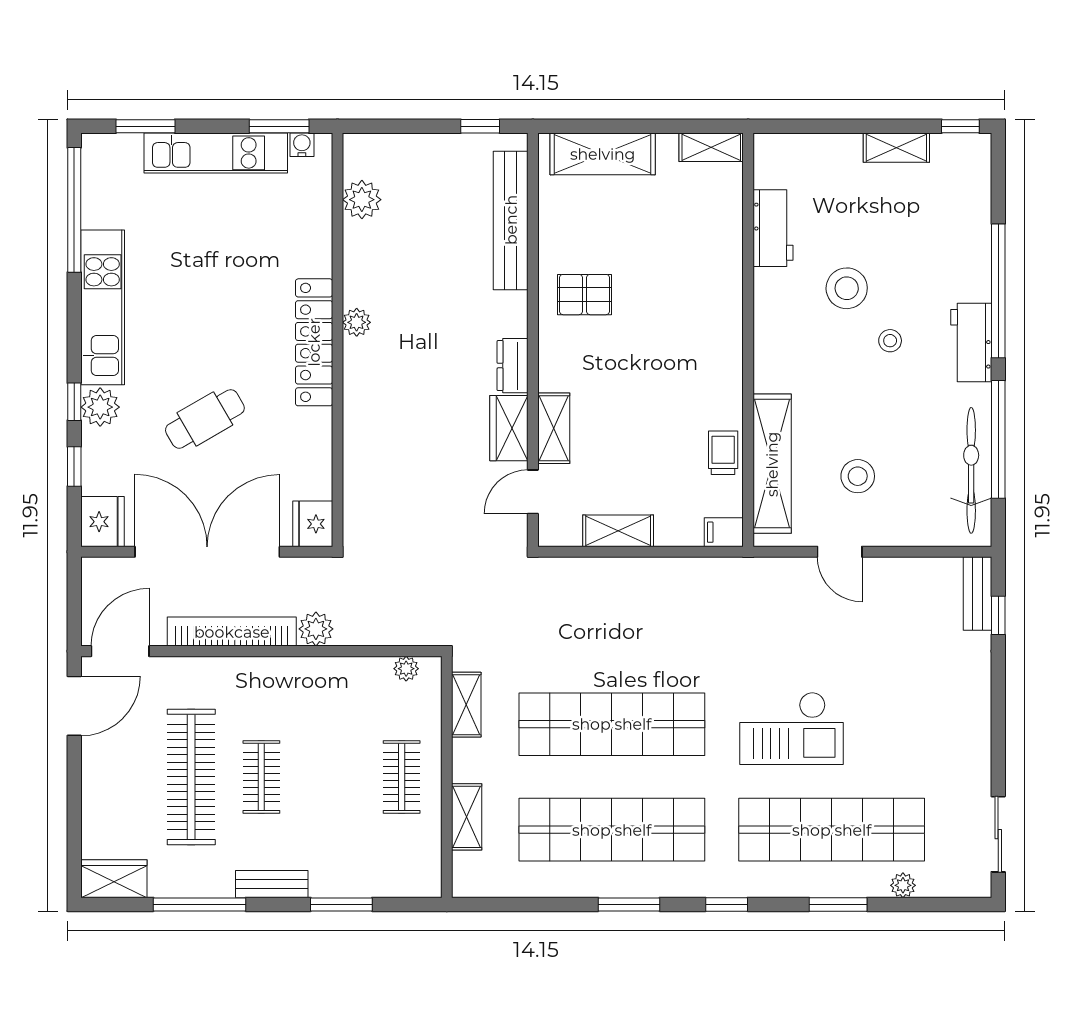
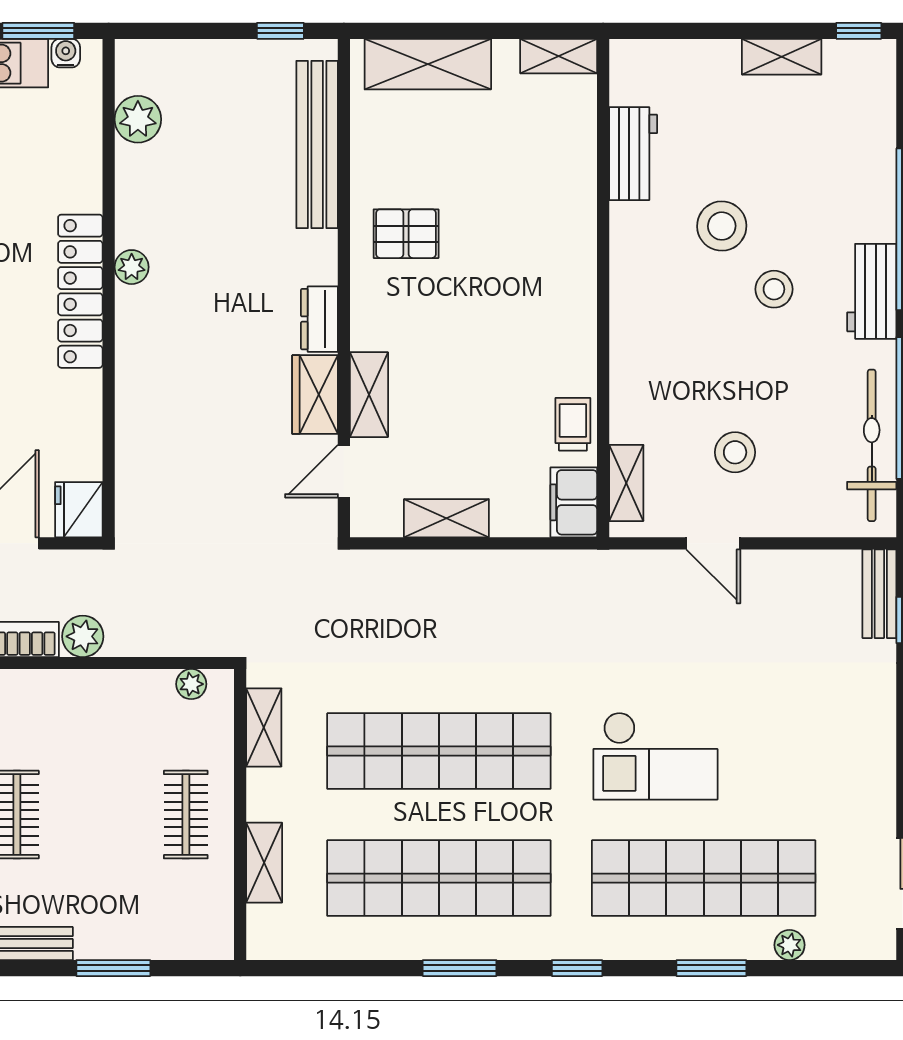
stool: (890, 341) -> (774, 289), width x1.37, depth x1.37
shelving: (772, 464) -> (626, 483), width x0.45, depth x0.75
filing cabinet: (724, 532) -> (574, 502), width x2.00

